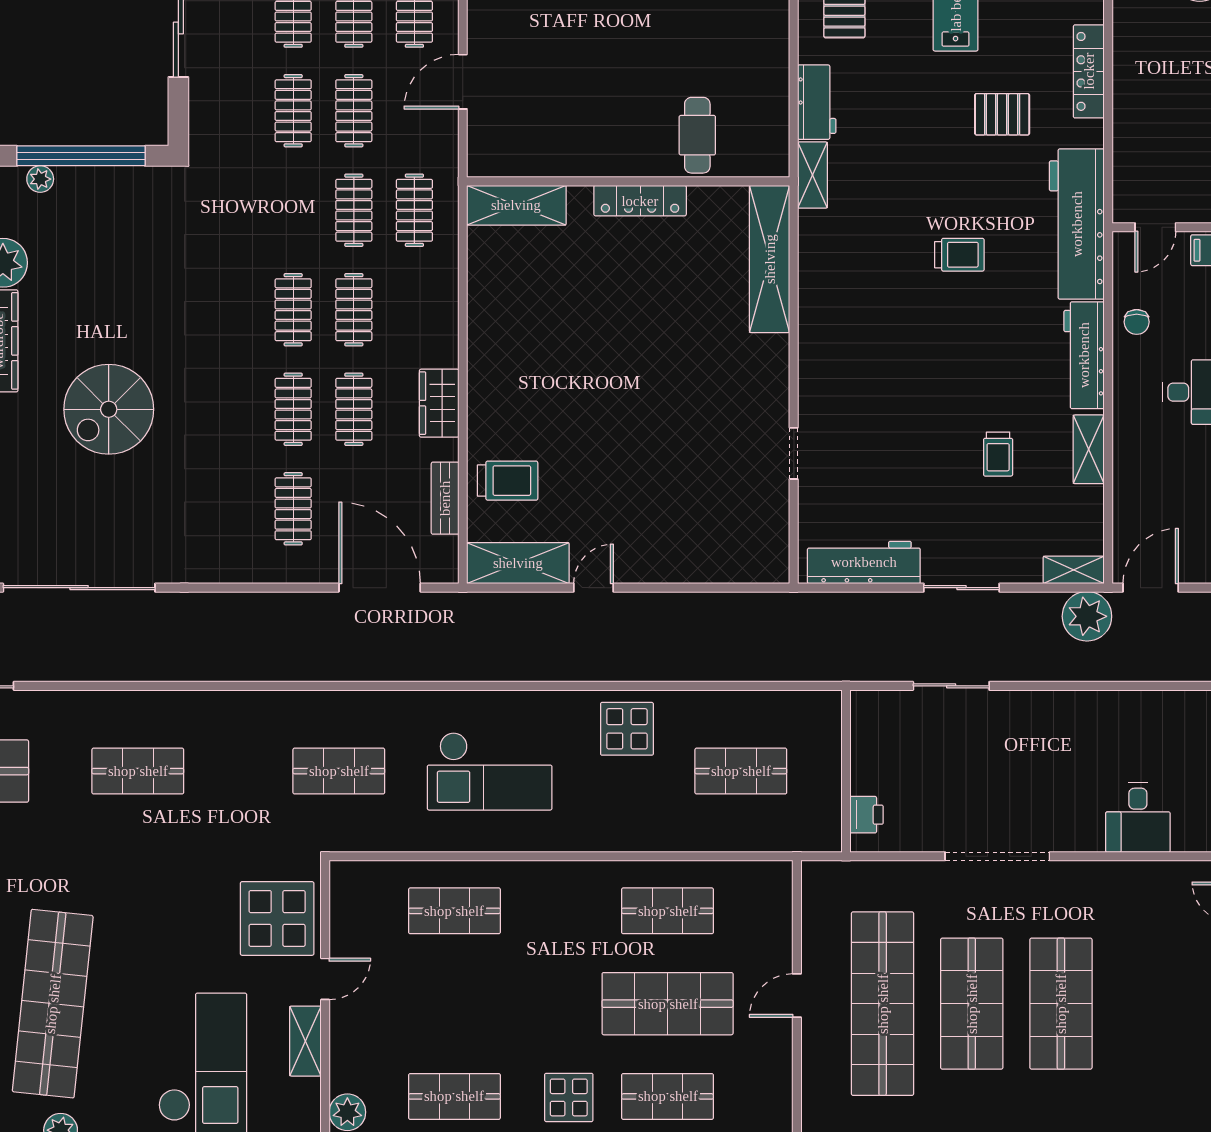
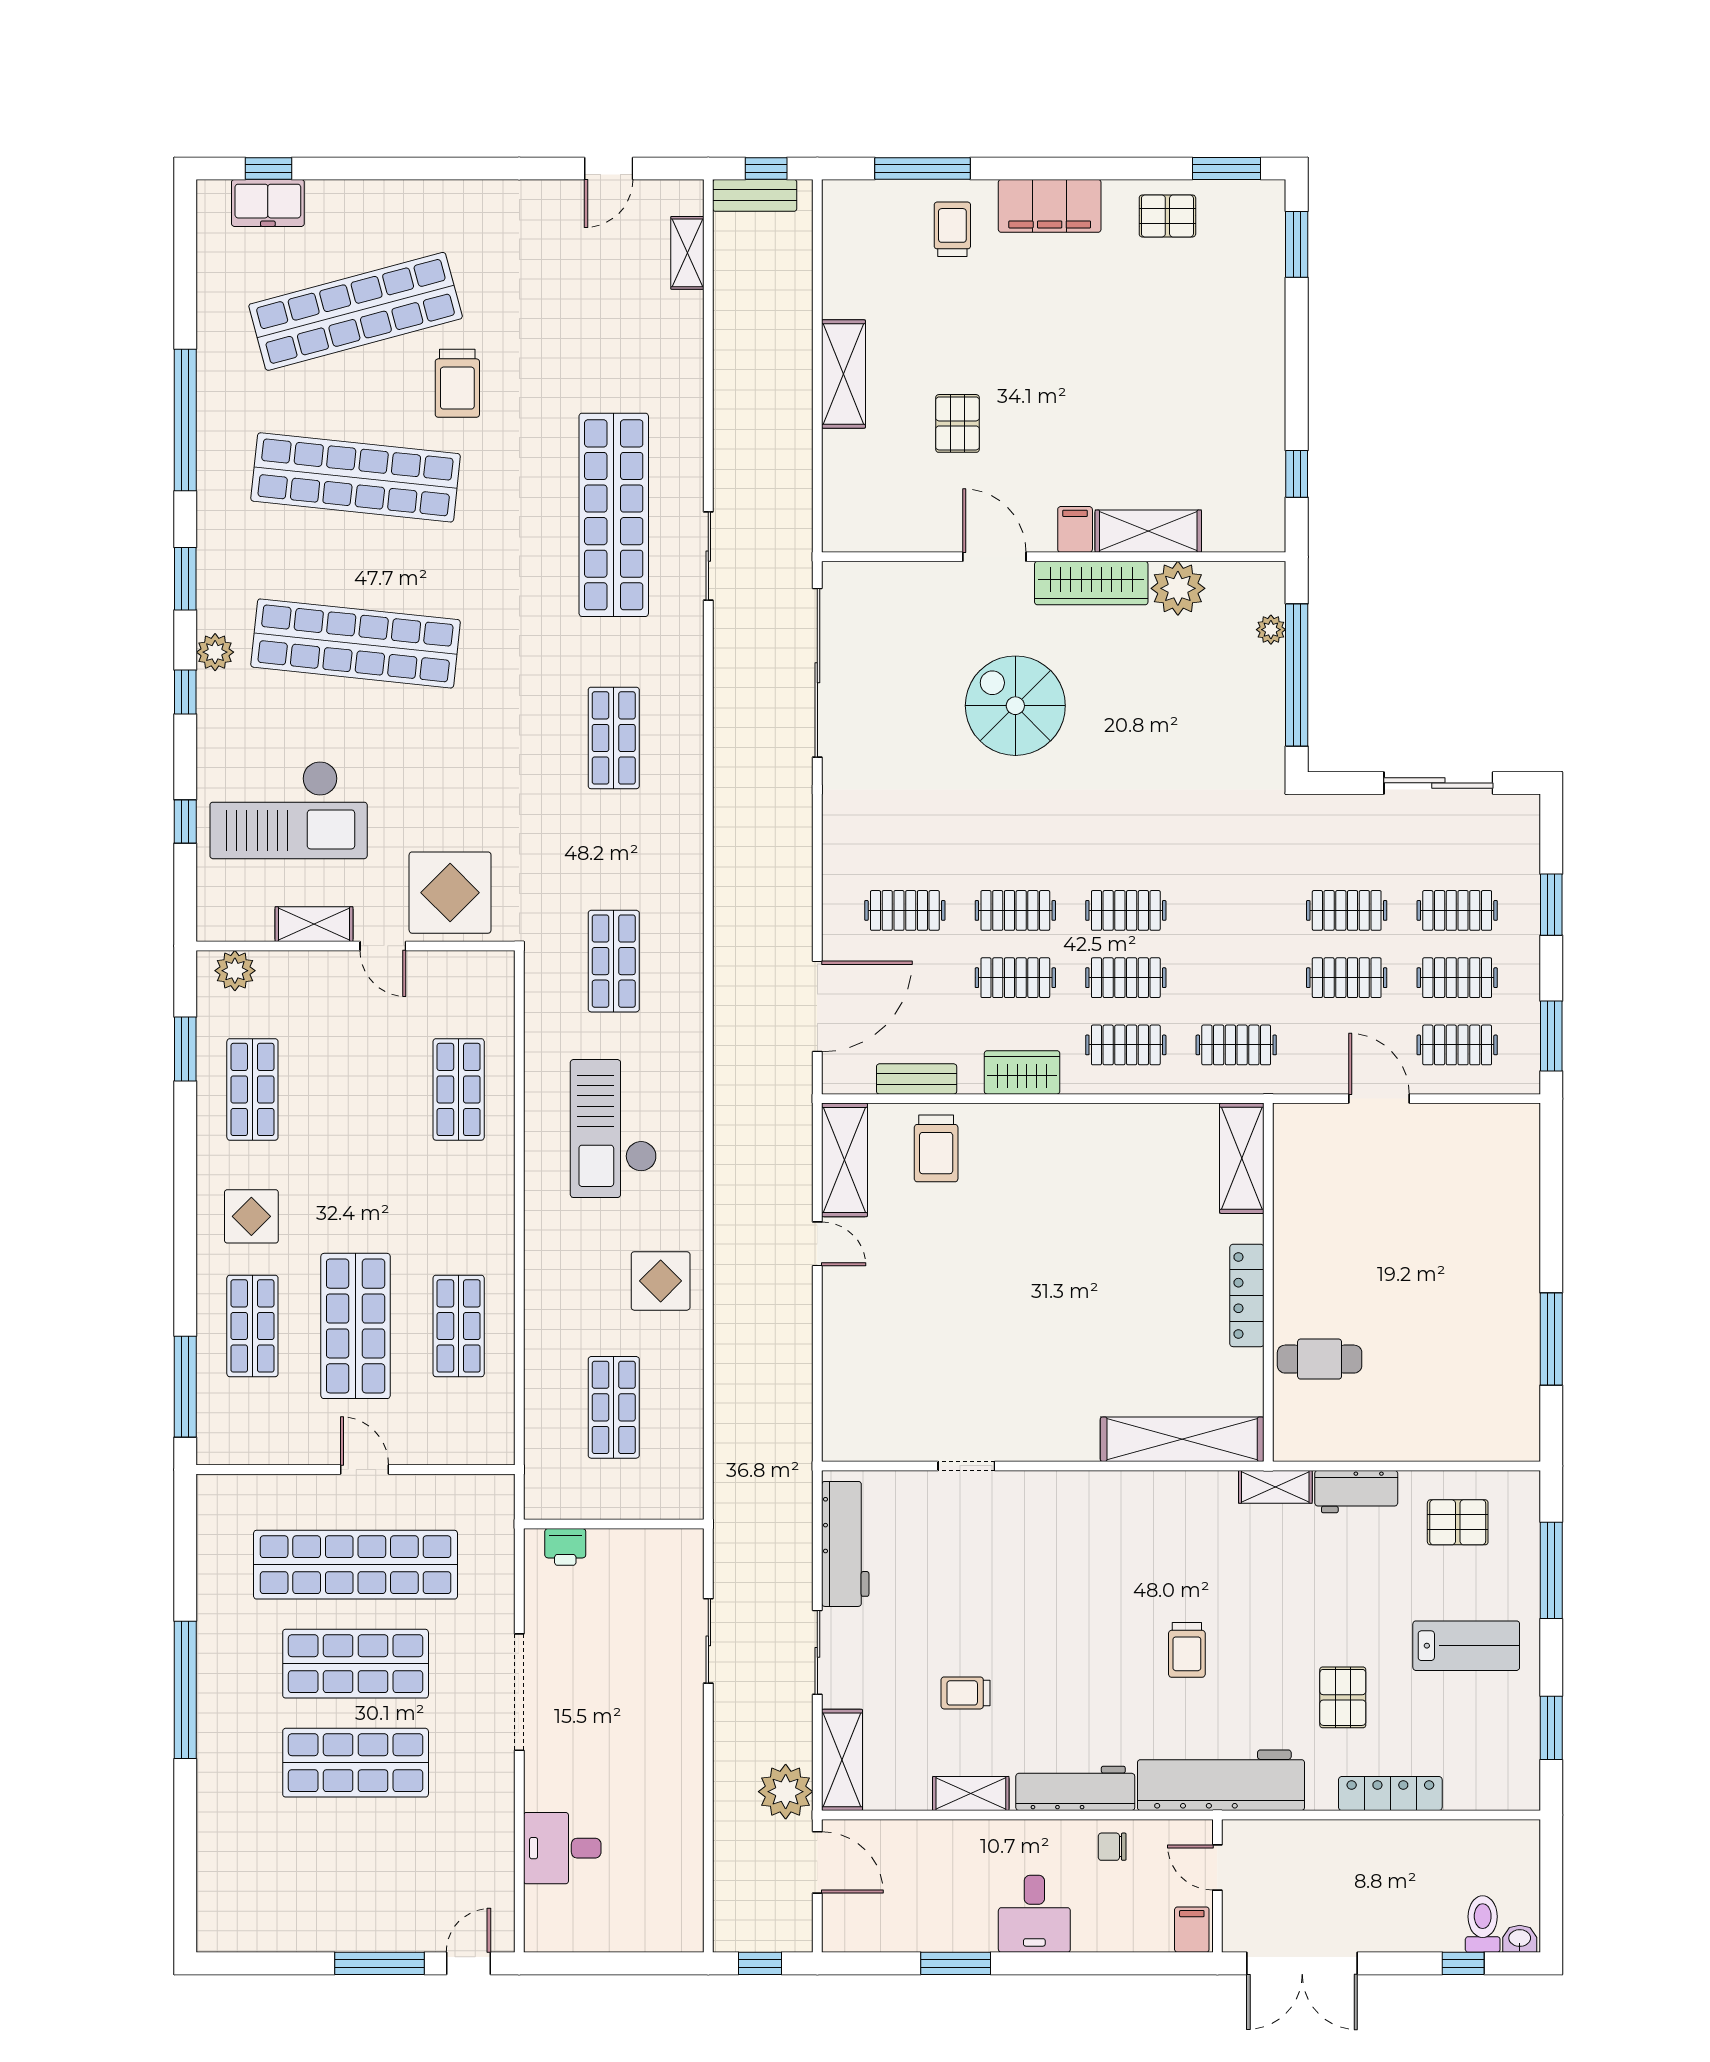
clothes rail: (354, 210) -> (1126, 1045), moved
shelving: (1074, 570) -> (842, 1760), width x1.50, depth x1.33

